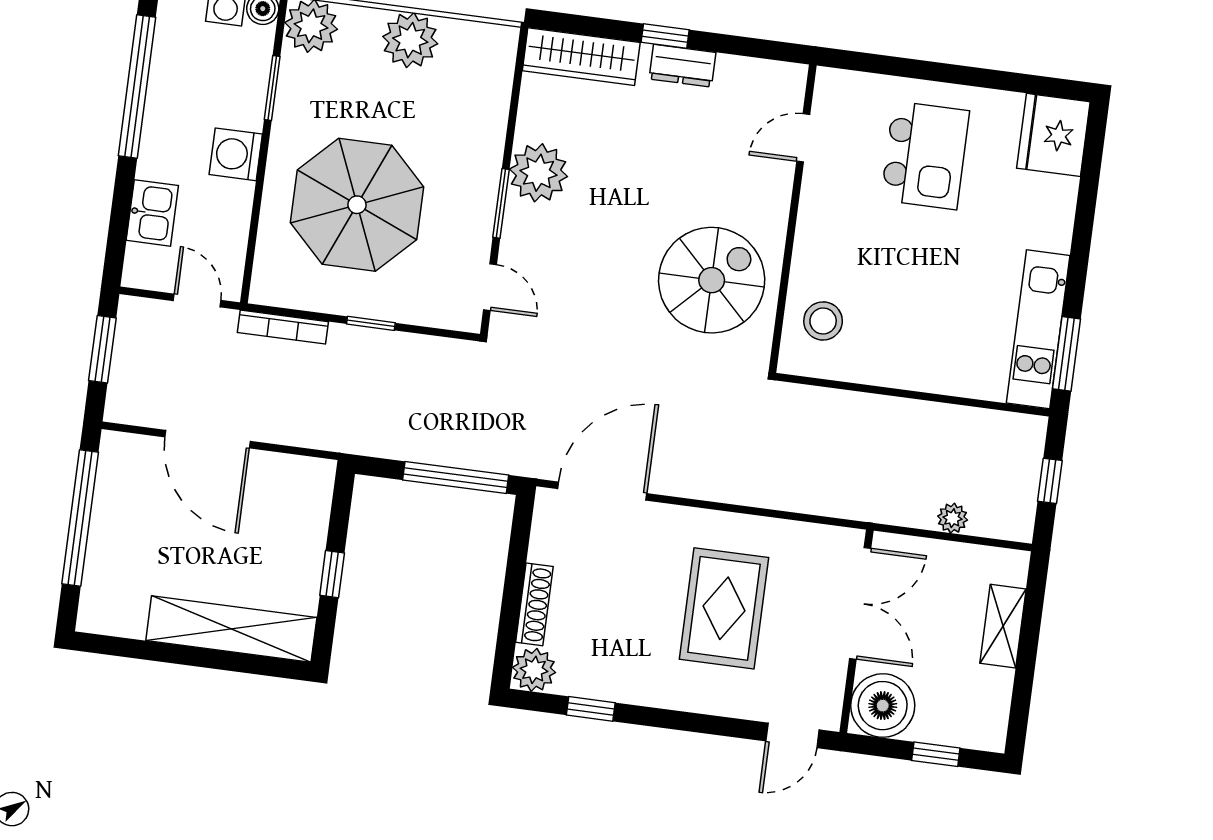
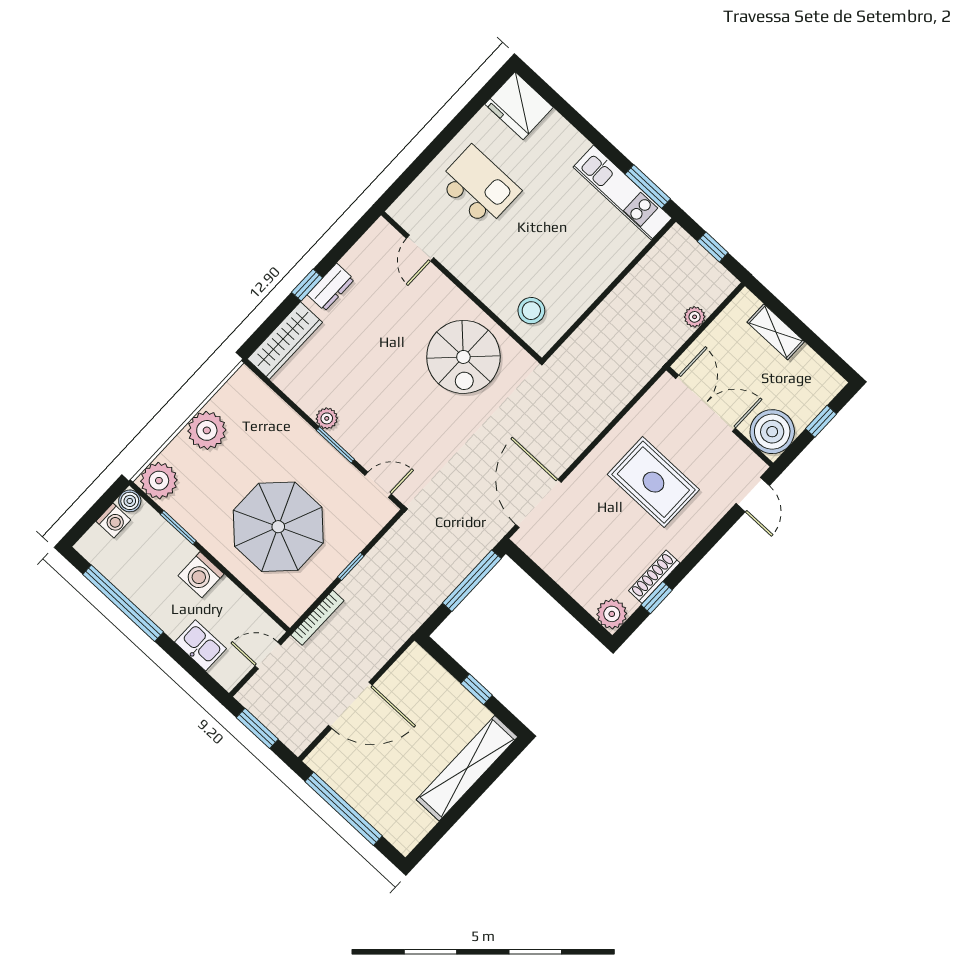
plant: (538, 173) -> (327, 418), width x0.53, depth x0.53
spiral stairs: (712, 280) -> (463, 357), turned 180
shoe rack: (534, 604) -> (654, 577), moved, turned -90

